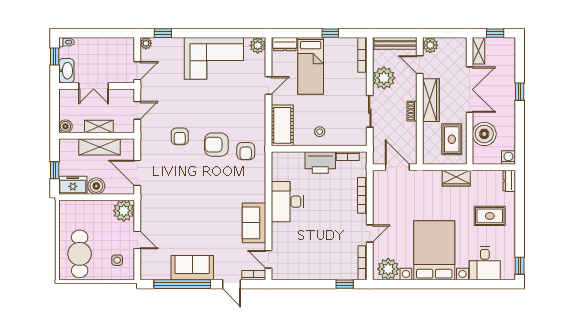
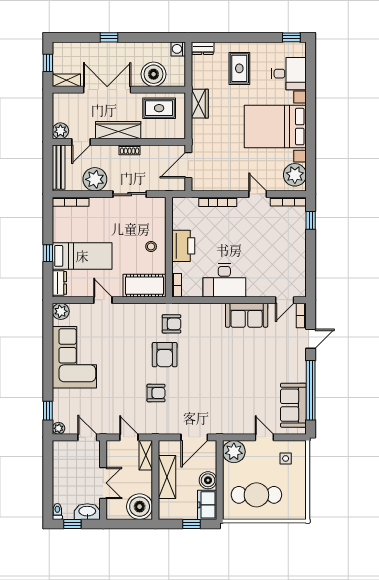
window: (330, 33) -> (48, 253), moved
boiler: (65, 126) -> (140, 507), width x1.86, depth x1.86
shelving: (99, 127) -> (146, 455), moved
bookcase: (348, 156) -> (177, 285), moved
door: (137, 240) -> (264, 437), hinge flipped
cafe table: (80, 254) -> (256, 495), moved
sofa: (192, 268) -> (293, 405), moved

